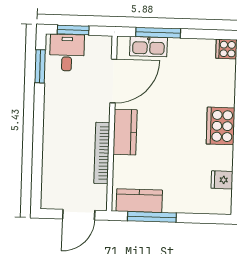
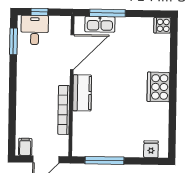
window: (73, 30) -> (39, 12), width x0.67
fridge: (222, 180) -> (151, 149), moved, turned 90
filing cabinet: (53, 198) -> (25, 147), added
kitchen counter: (139, 201) -> (94, 148), removed

